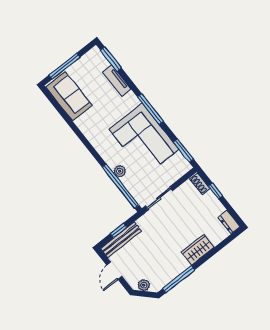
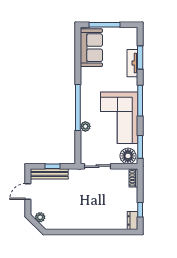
window: (111, 59) -> (140, 58), moved
floor lamp: (179, 167) -> (128, 156), added
window: (121, 186) -> (78, 107), moved
window: (215, 191) -> (140, 210), moved
wardrobe: (198, 250) -> (96, 222), removed
window: (179, 279) -> (67, 232), removed

